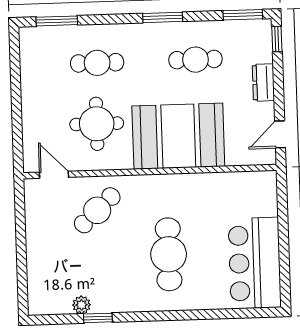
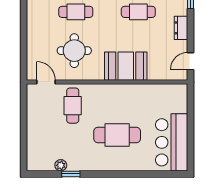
booth: (178, 136) -> (126, 66), width x0.73, depth x0.70
cafe table: (97, 210) -> (73, 106), turned -47
cafe table: (169, 254) -> (117, 135), turned 90

